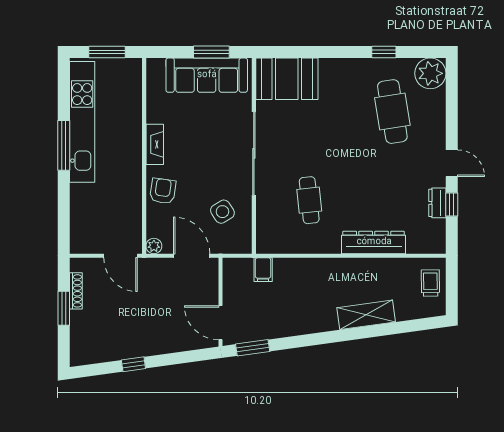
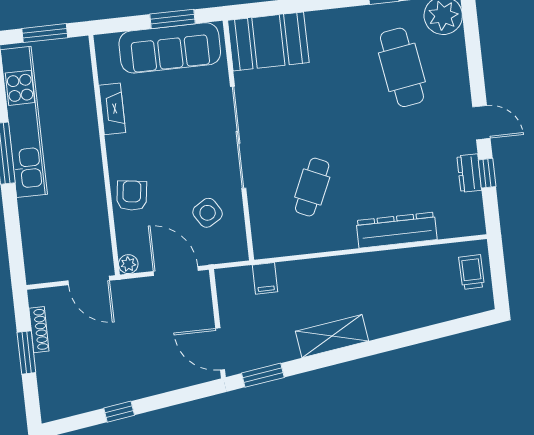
fireplace: (155, 144) -> (112, 109), moved
cafe table: (309, 200) -> (312, 187), turned 30
shelving: (366, 315) -> (332, 336), moved

